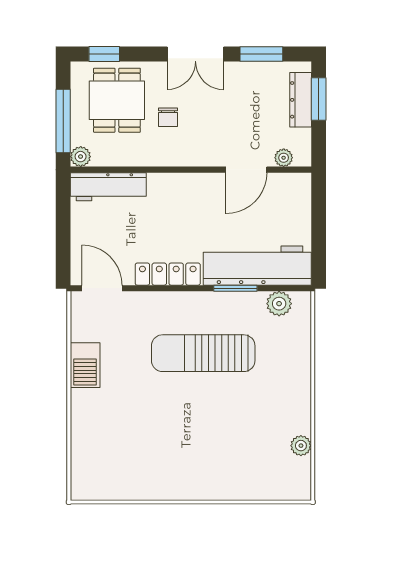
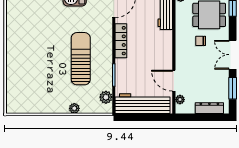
window: (319, 99) -> (210, 117), removed
workbench: (257, 266) -> (143, 104), moved, turned -90
plant: (301, 446) -> (74, 108), moved

